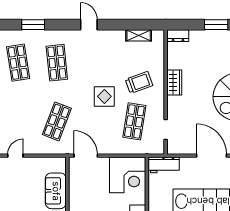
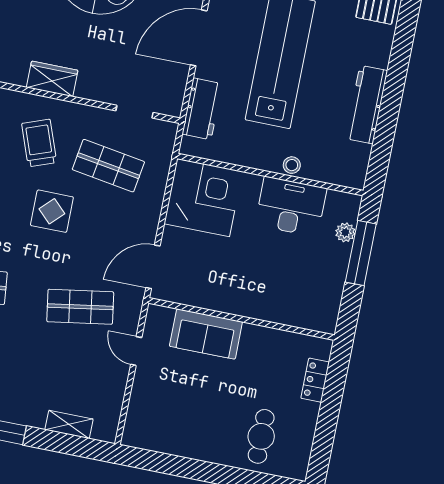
shop shelf: (57, 121) -> (80, 307), turned -30
door: (15, 156) -> (136, 351), moved
workbench: (164, 165) -> (202, 109), moved

